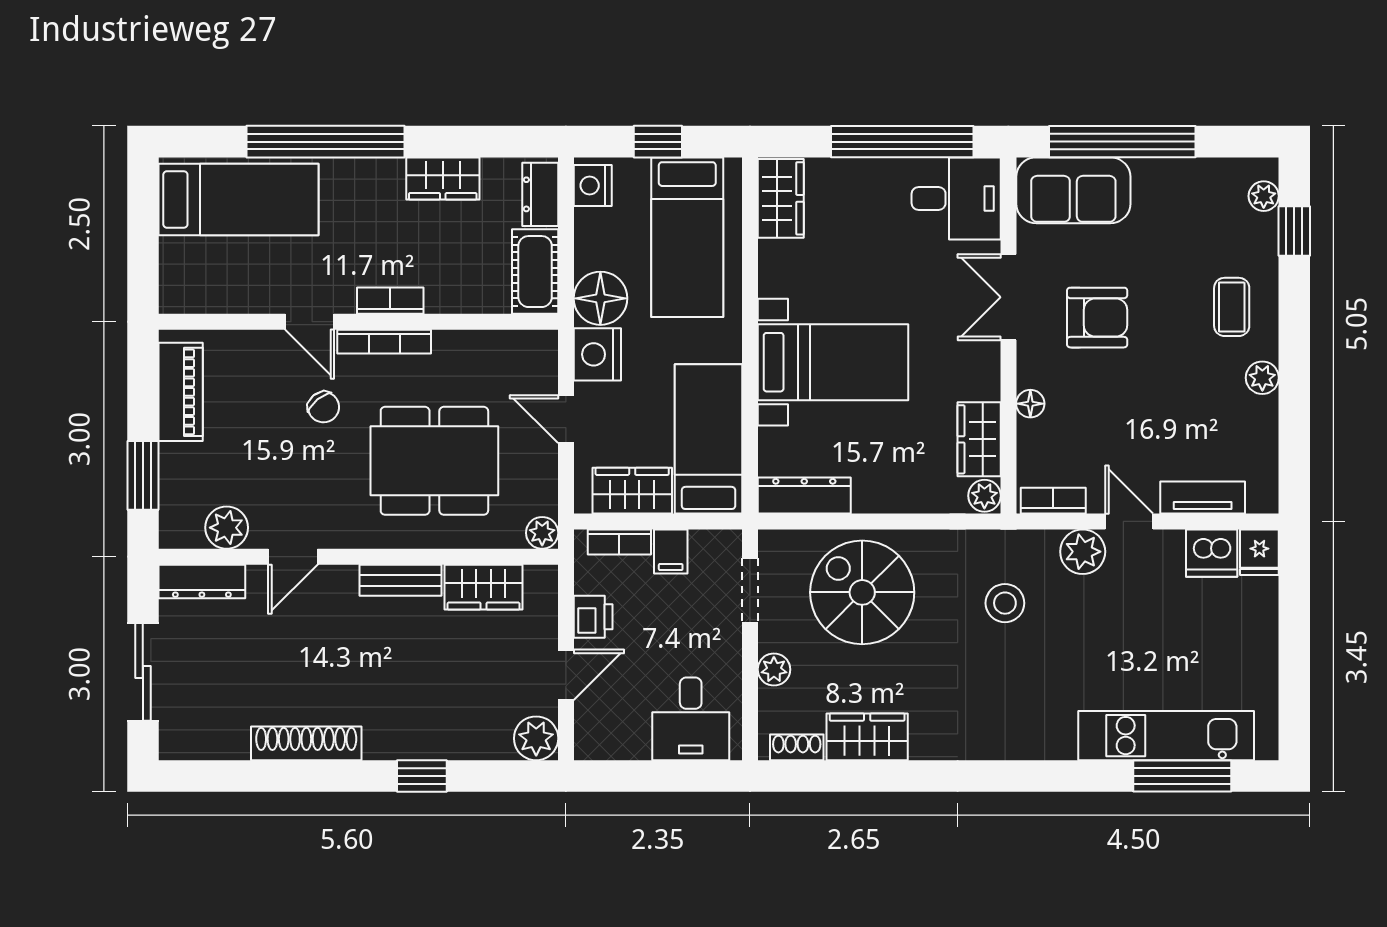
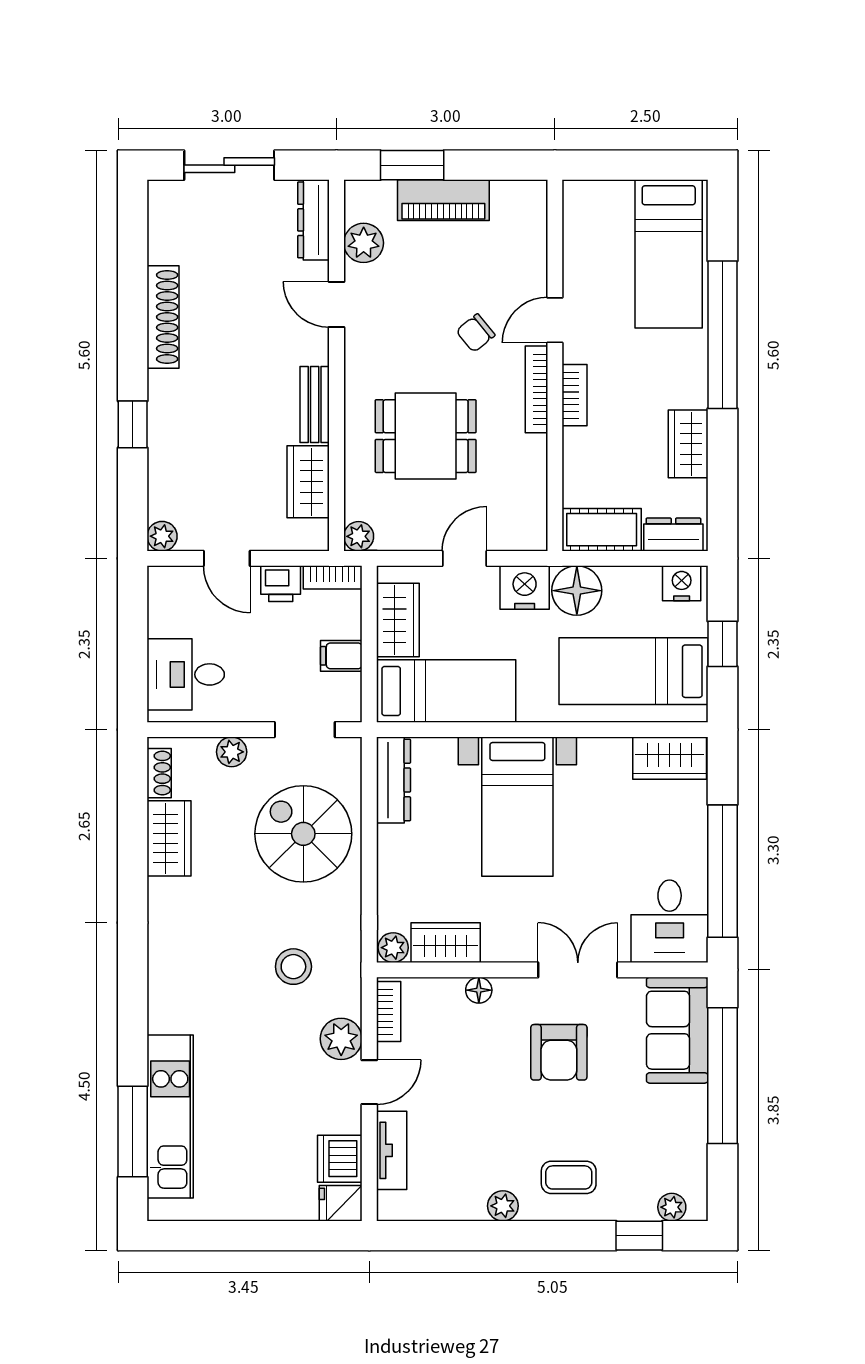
piano: (181, 392) -> (443, 200), moved
dining table: (434, 461) -> (426, 436), width x0.73
bookcase: (619, 542) -> (333, 577), moved, turned -90
spiral stairs: (862, 592) -> (303, 834), turned -90
plant: (536, 738) -> (162, 536), width x0.73, depth x0.73

